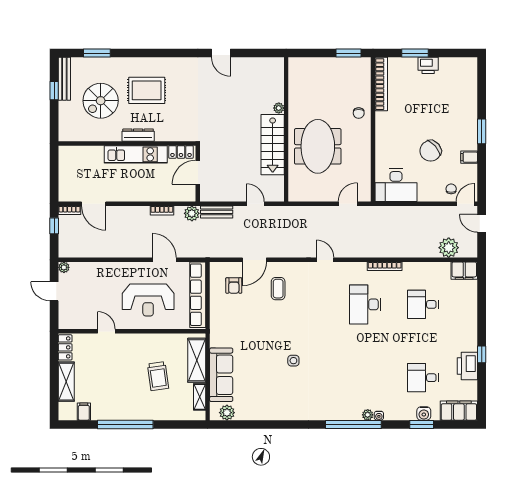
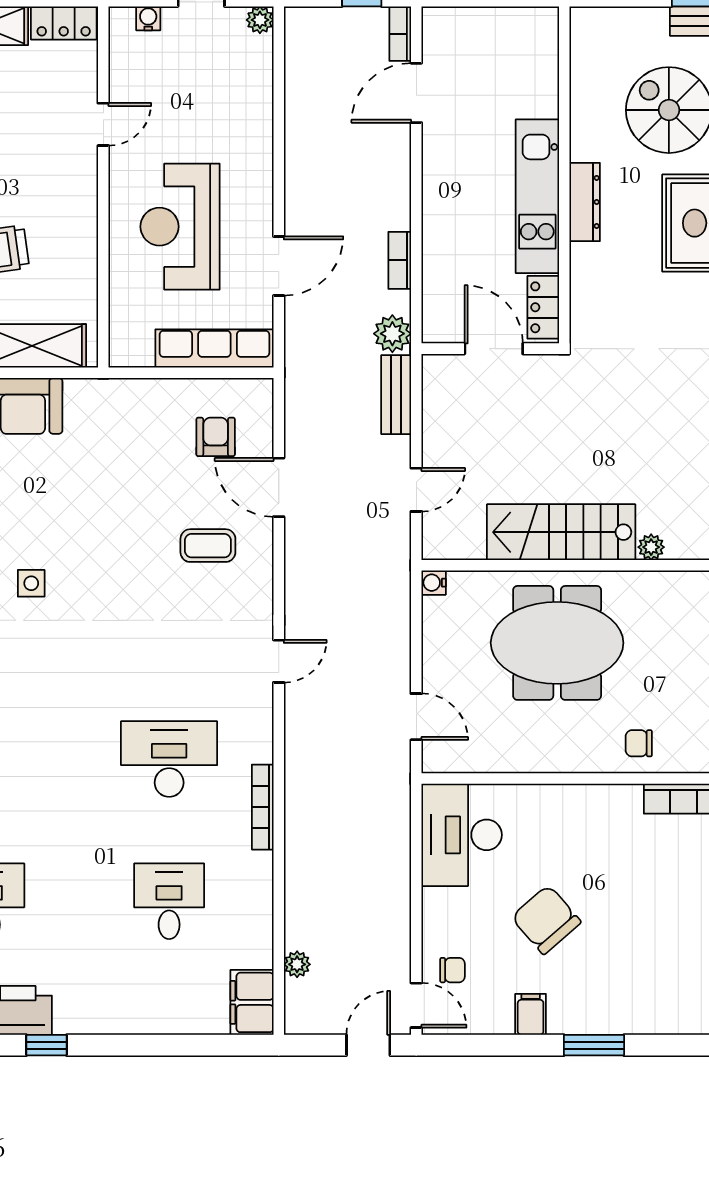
water cooler: (293, 197) -> (434, 583), added
plant: (449, 248) -> (297, 964), width x0.53, depth x0.53
armchair: (234, 285) -> (216, 437), turned 90
row of seats: (198, 295) -> (214, 348), width x0.73
water cooler: (63, 313) -> (148, 18), added

